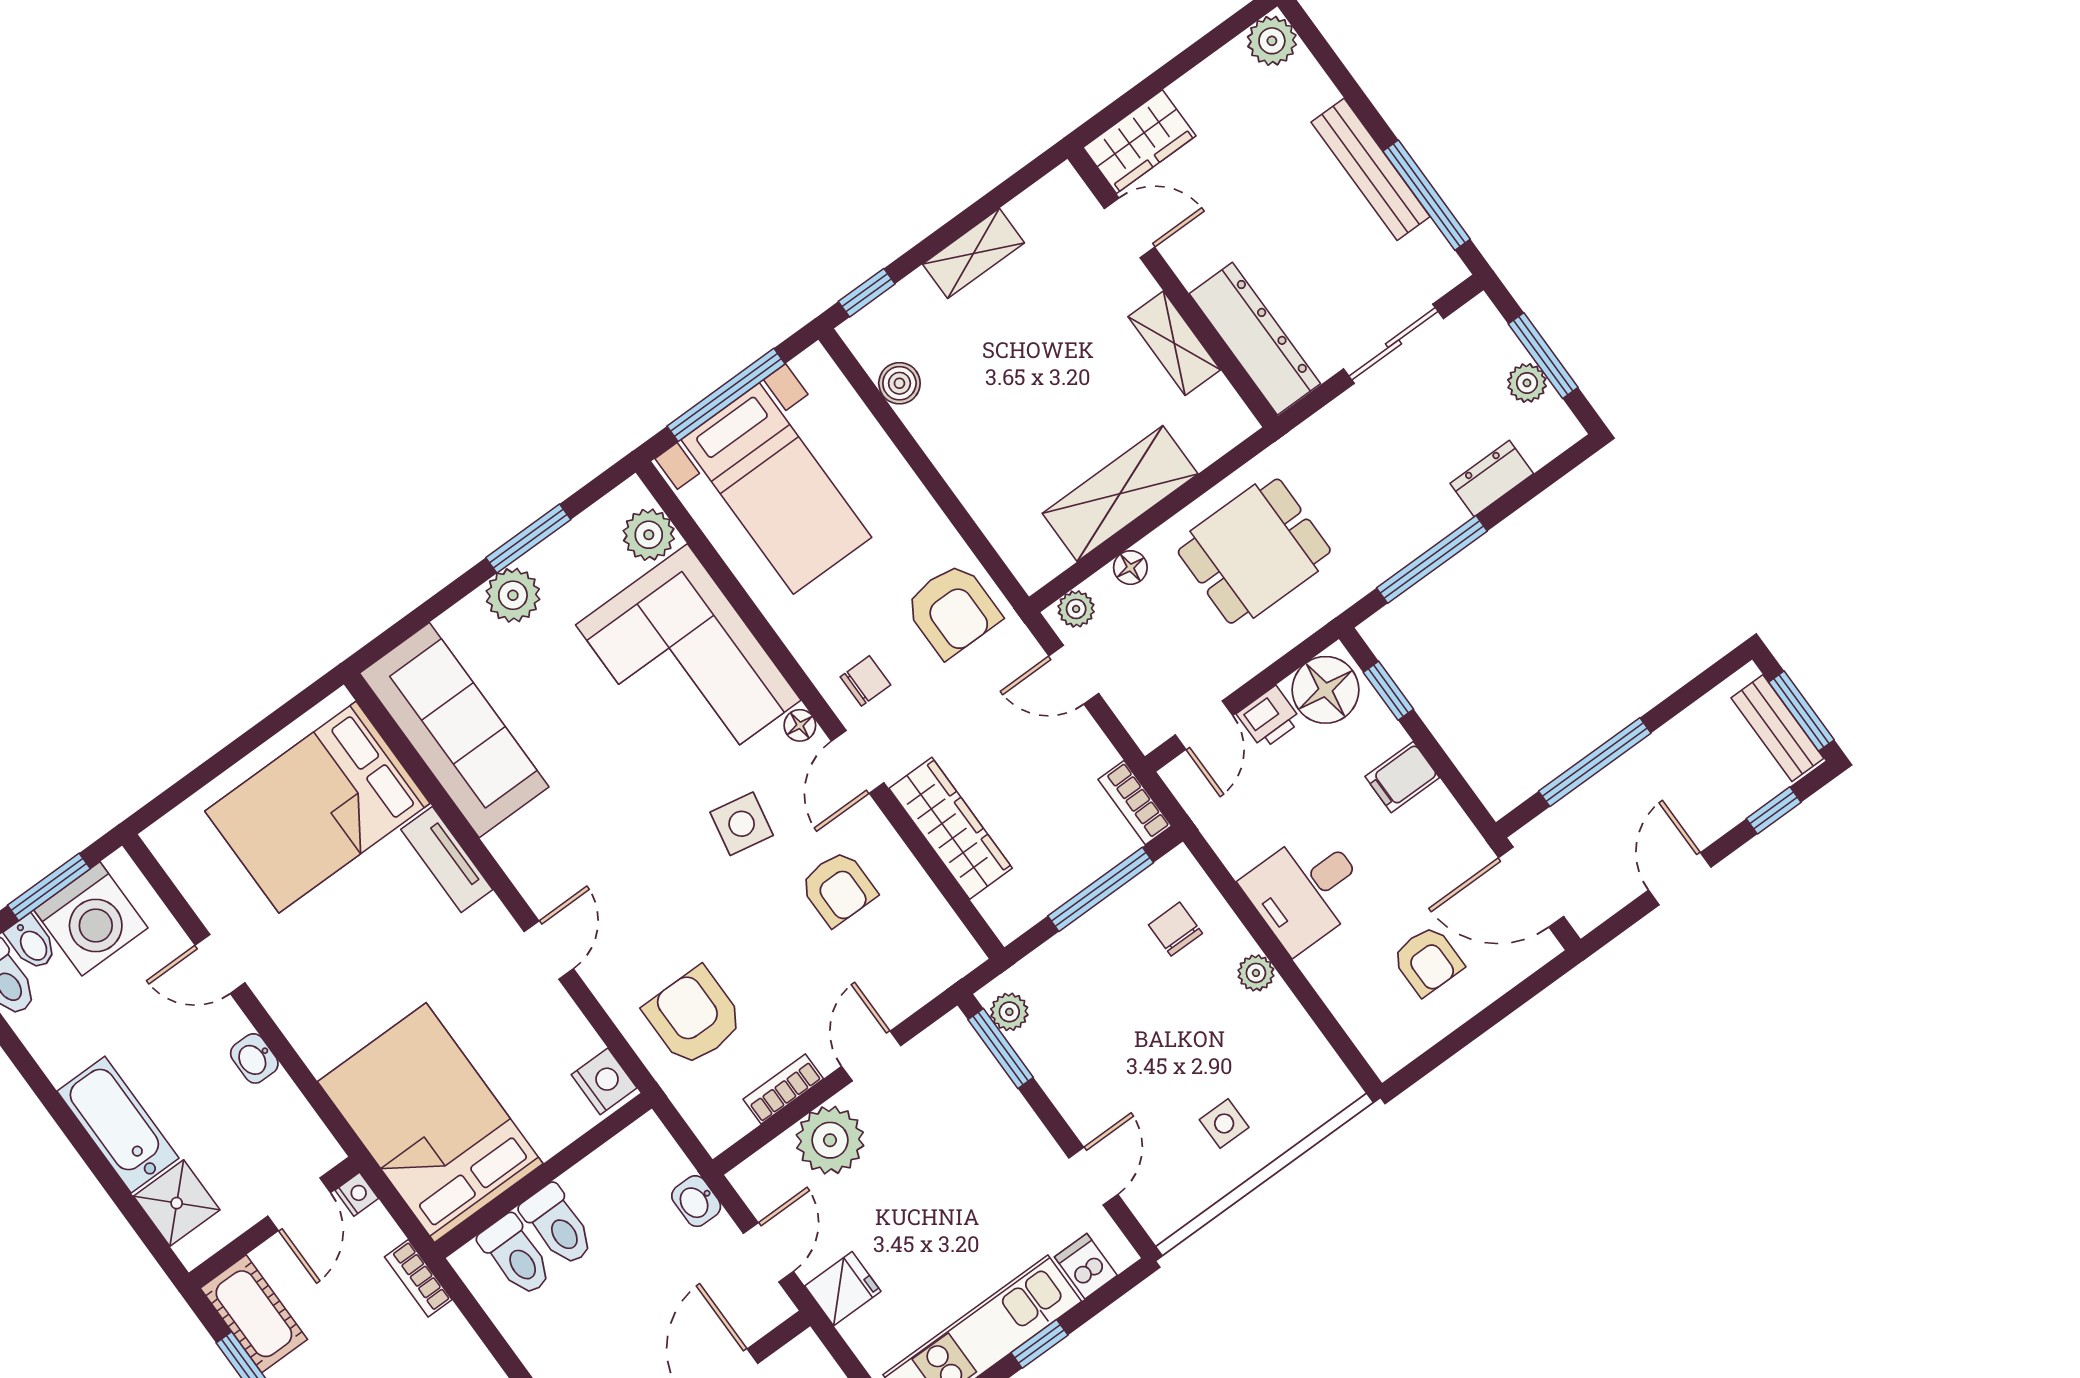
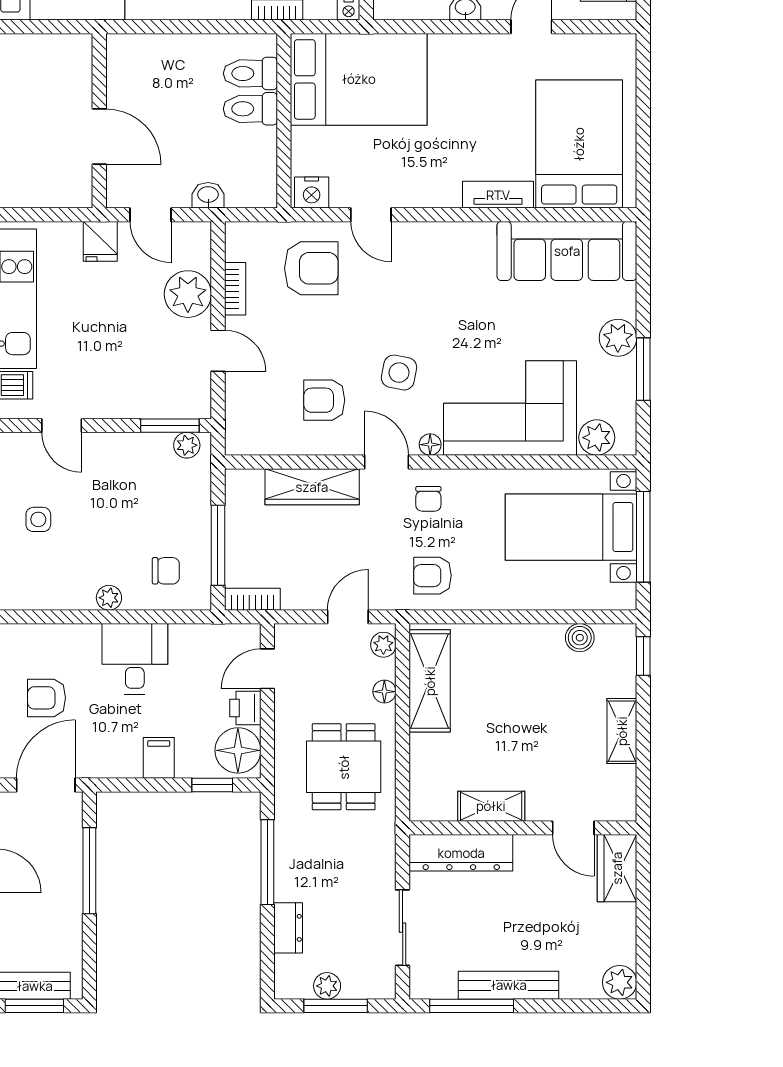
door: (1129, 228) -> (573, 828), hinge flipped
shelving: (1120, 494) -> (430, 681), moved
armchair: (953, 610) -> (432, 576), width x0.72, depth x0.72
door: (1204, 725) -> (267, 669), hinge flipped
door: (549, 950) -> (371, 215), moved

